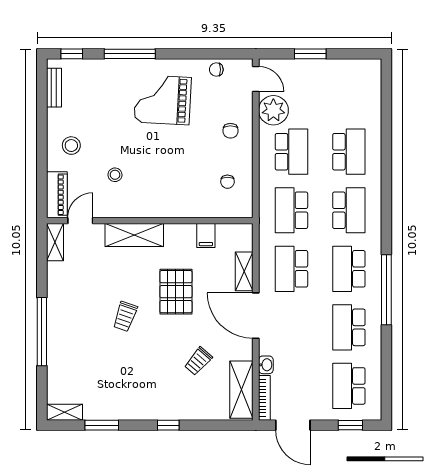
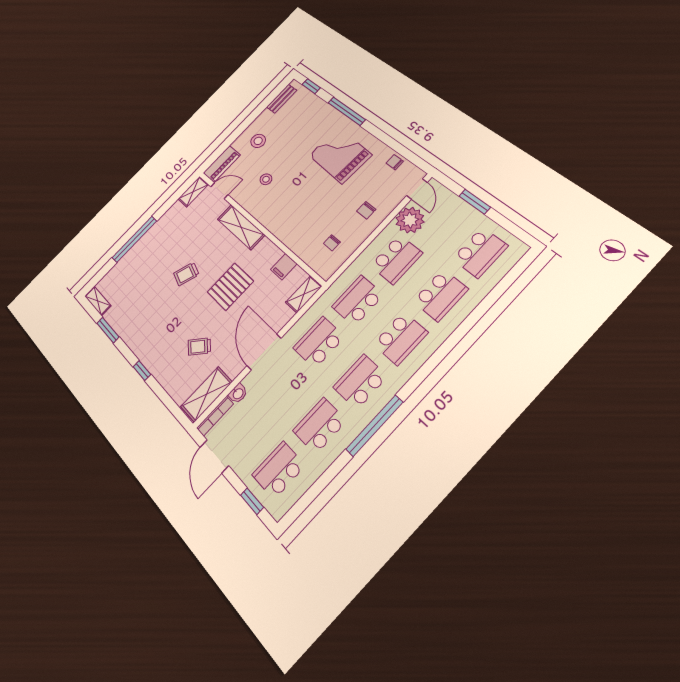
school desk: (349, 93) -> (480, 252), added
shelving: (244, 271) -> (304, 294), moved

